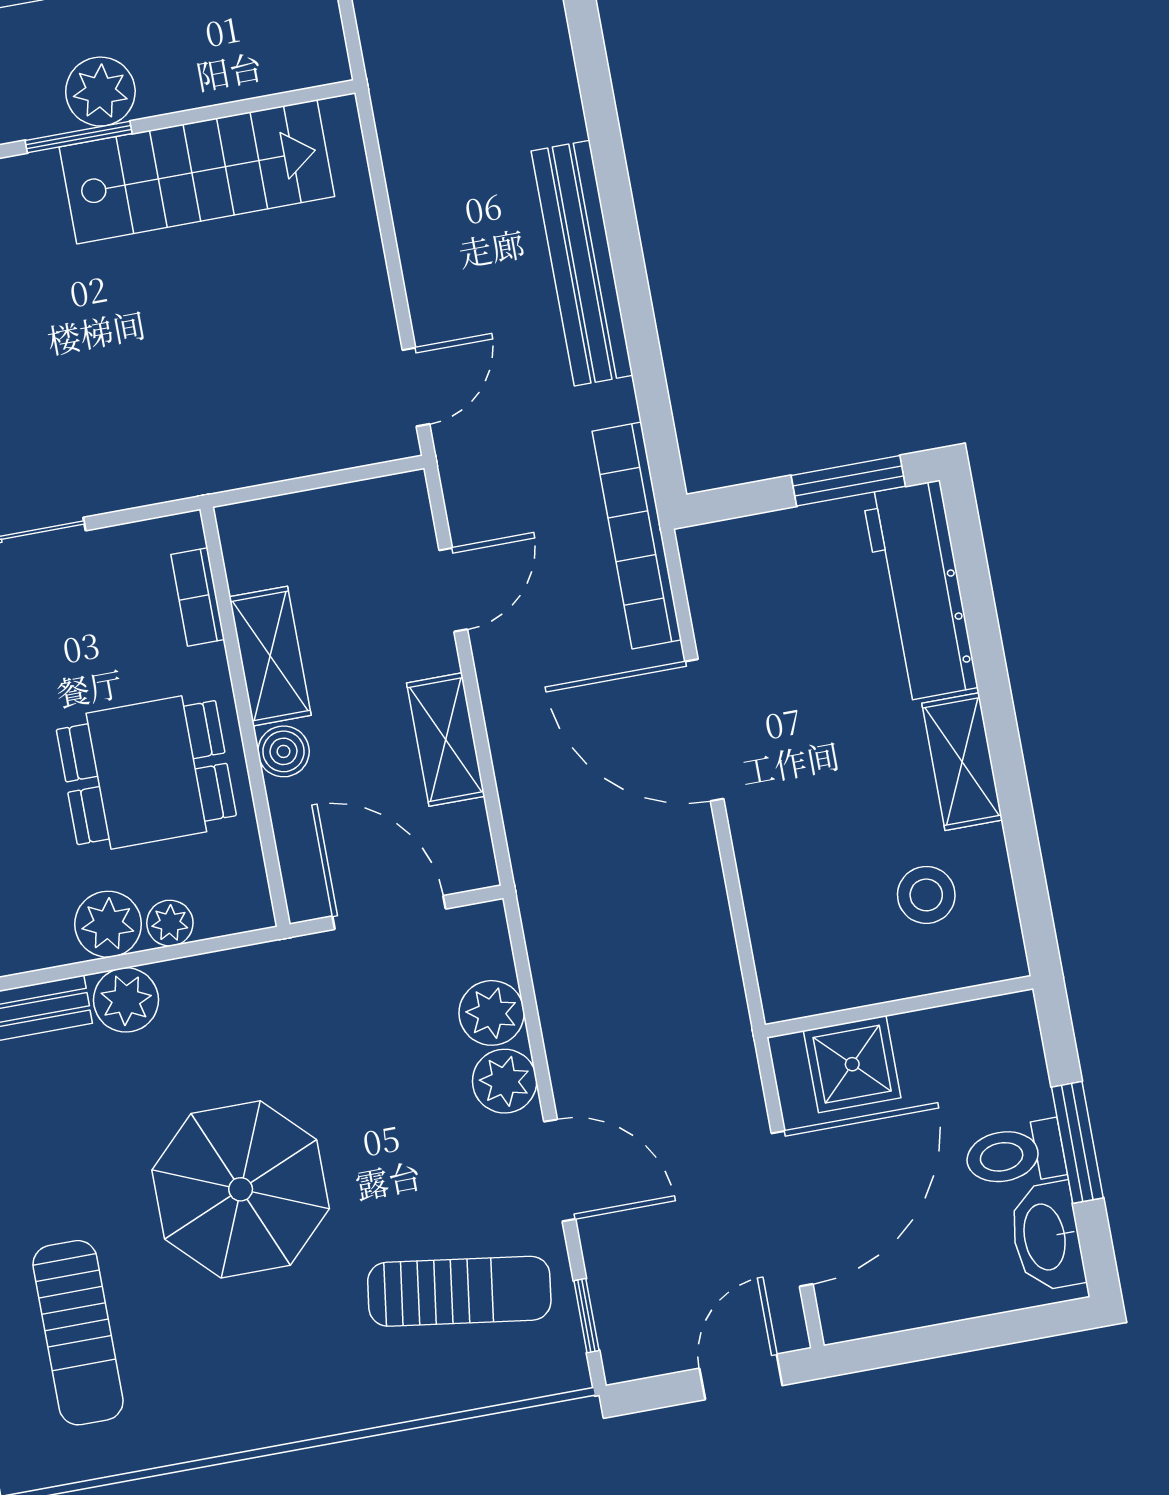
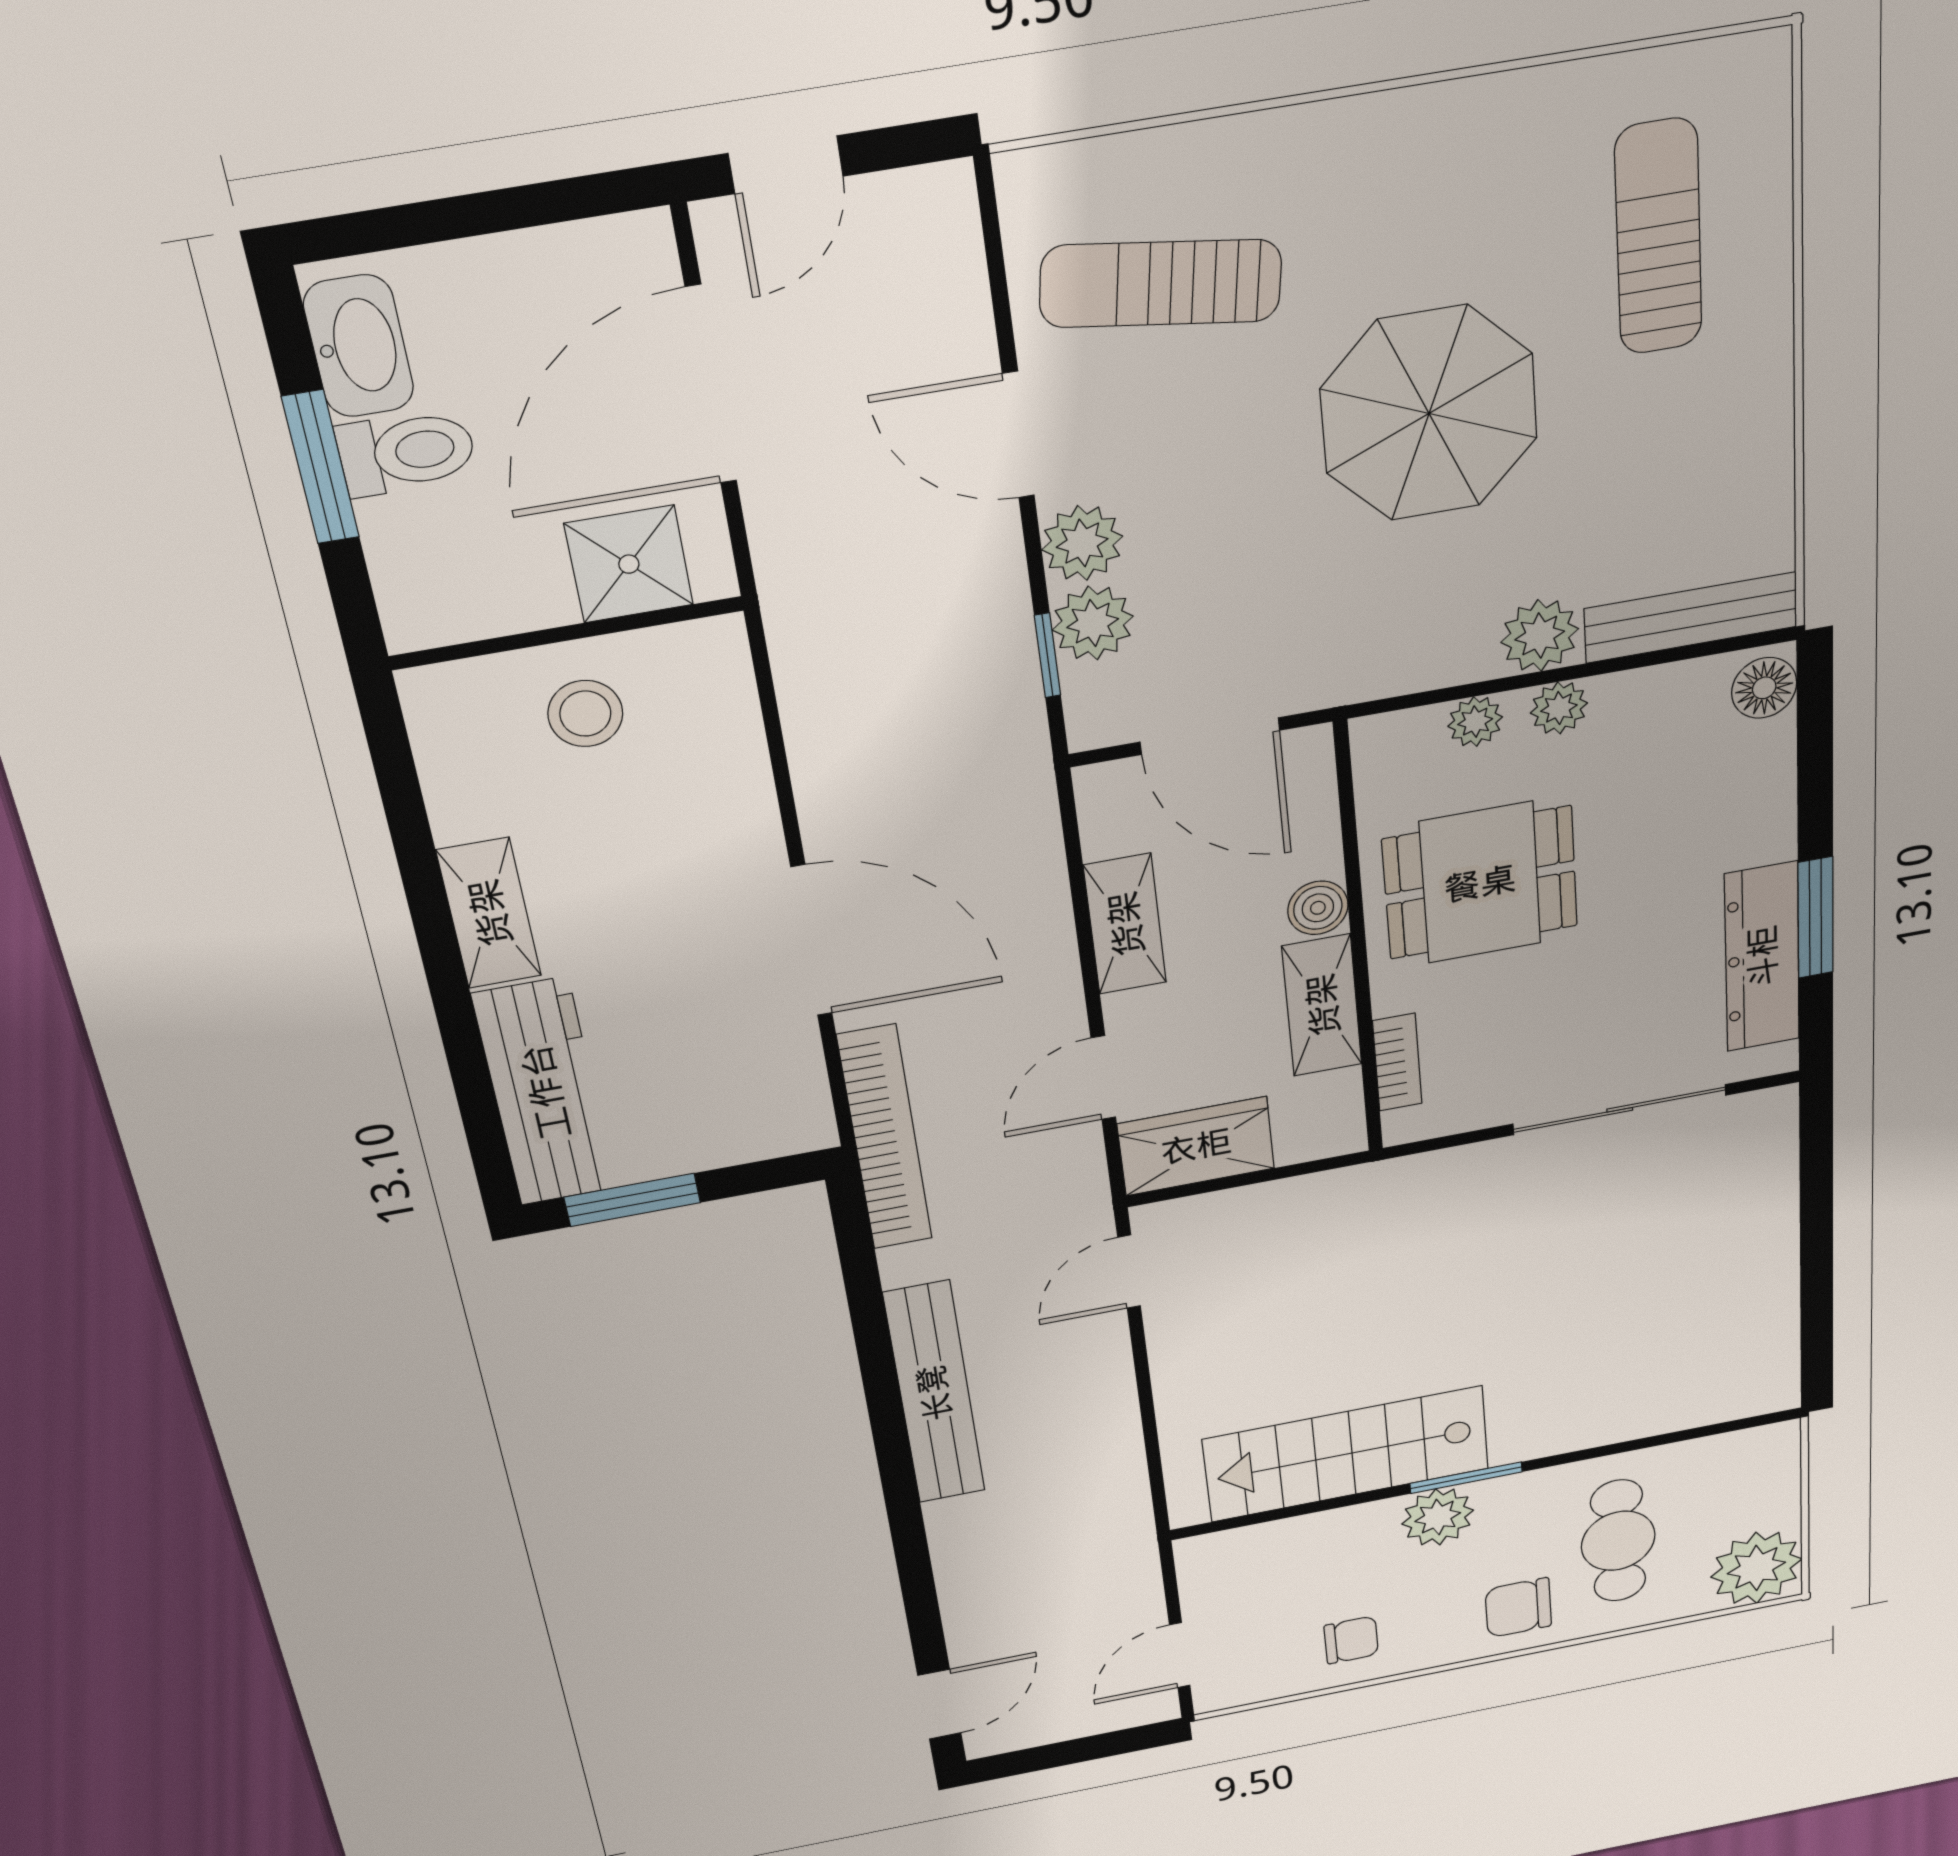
wardrobe: (367, 517) -> (1196, 1146), added
stool: (926, 895) -> (585, 714), moved
plant: (108, 924) -> (1559, 708), width x0.73, depth x0.73
window: (586, 1316) -> (1047, 655), moved

